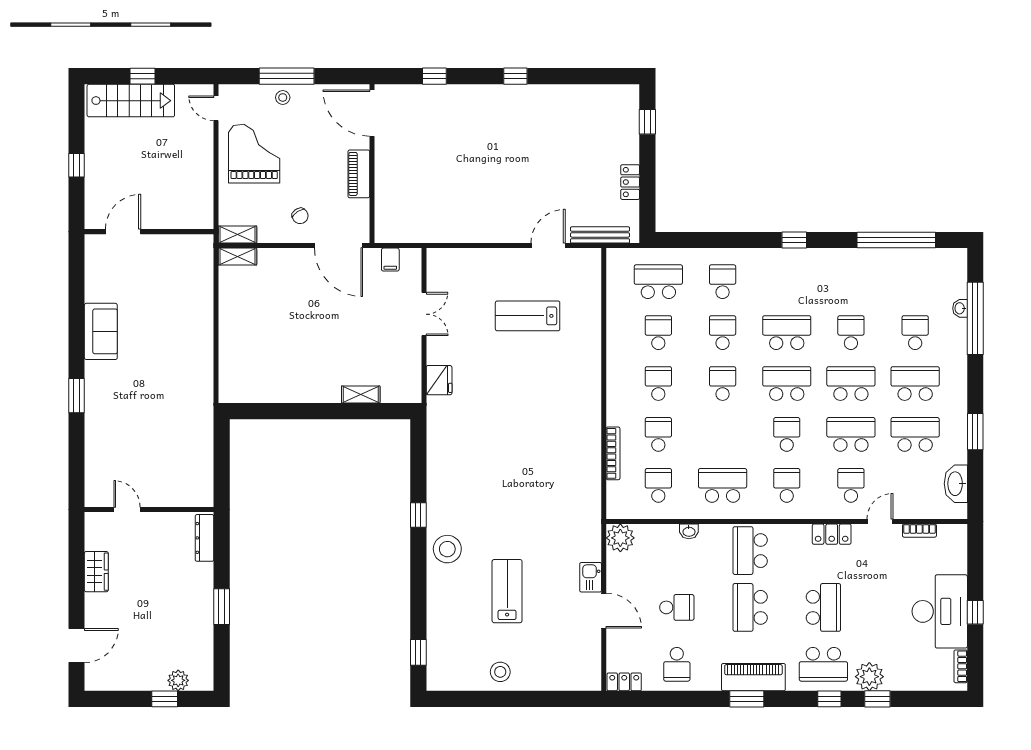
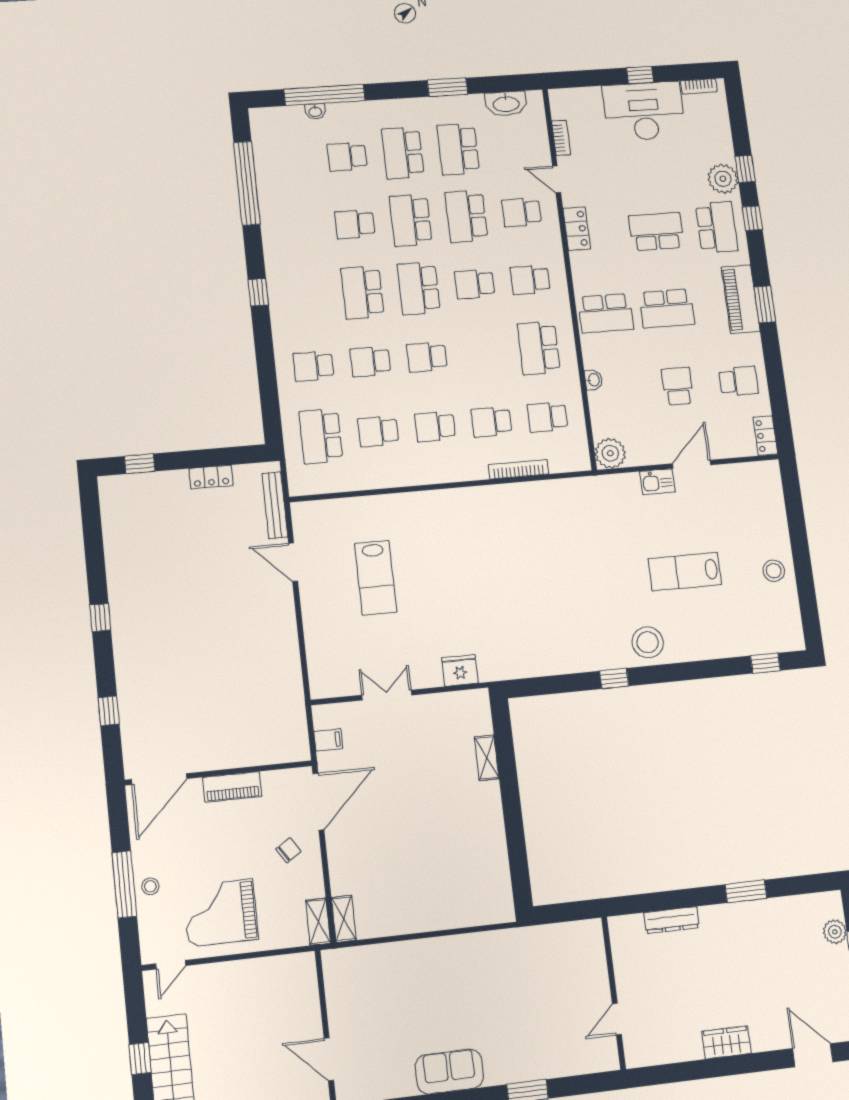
door: (127, 509) -> (617, 1019), moved
wall: (149, 509) -> (614, 993), moved

